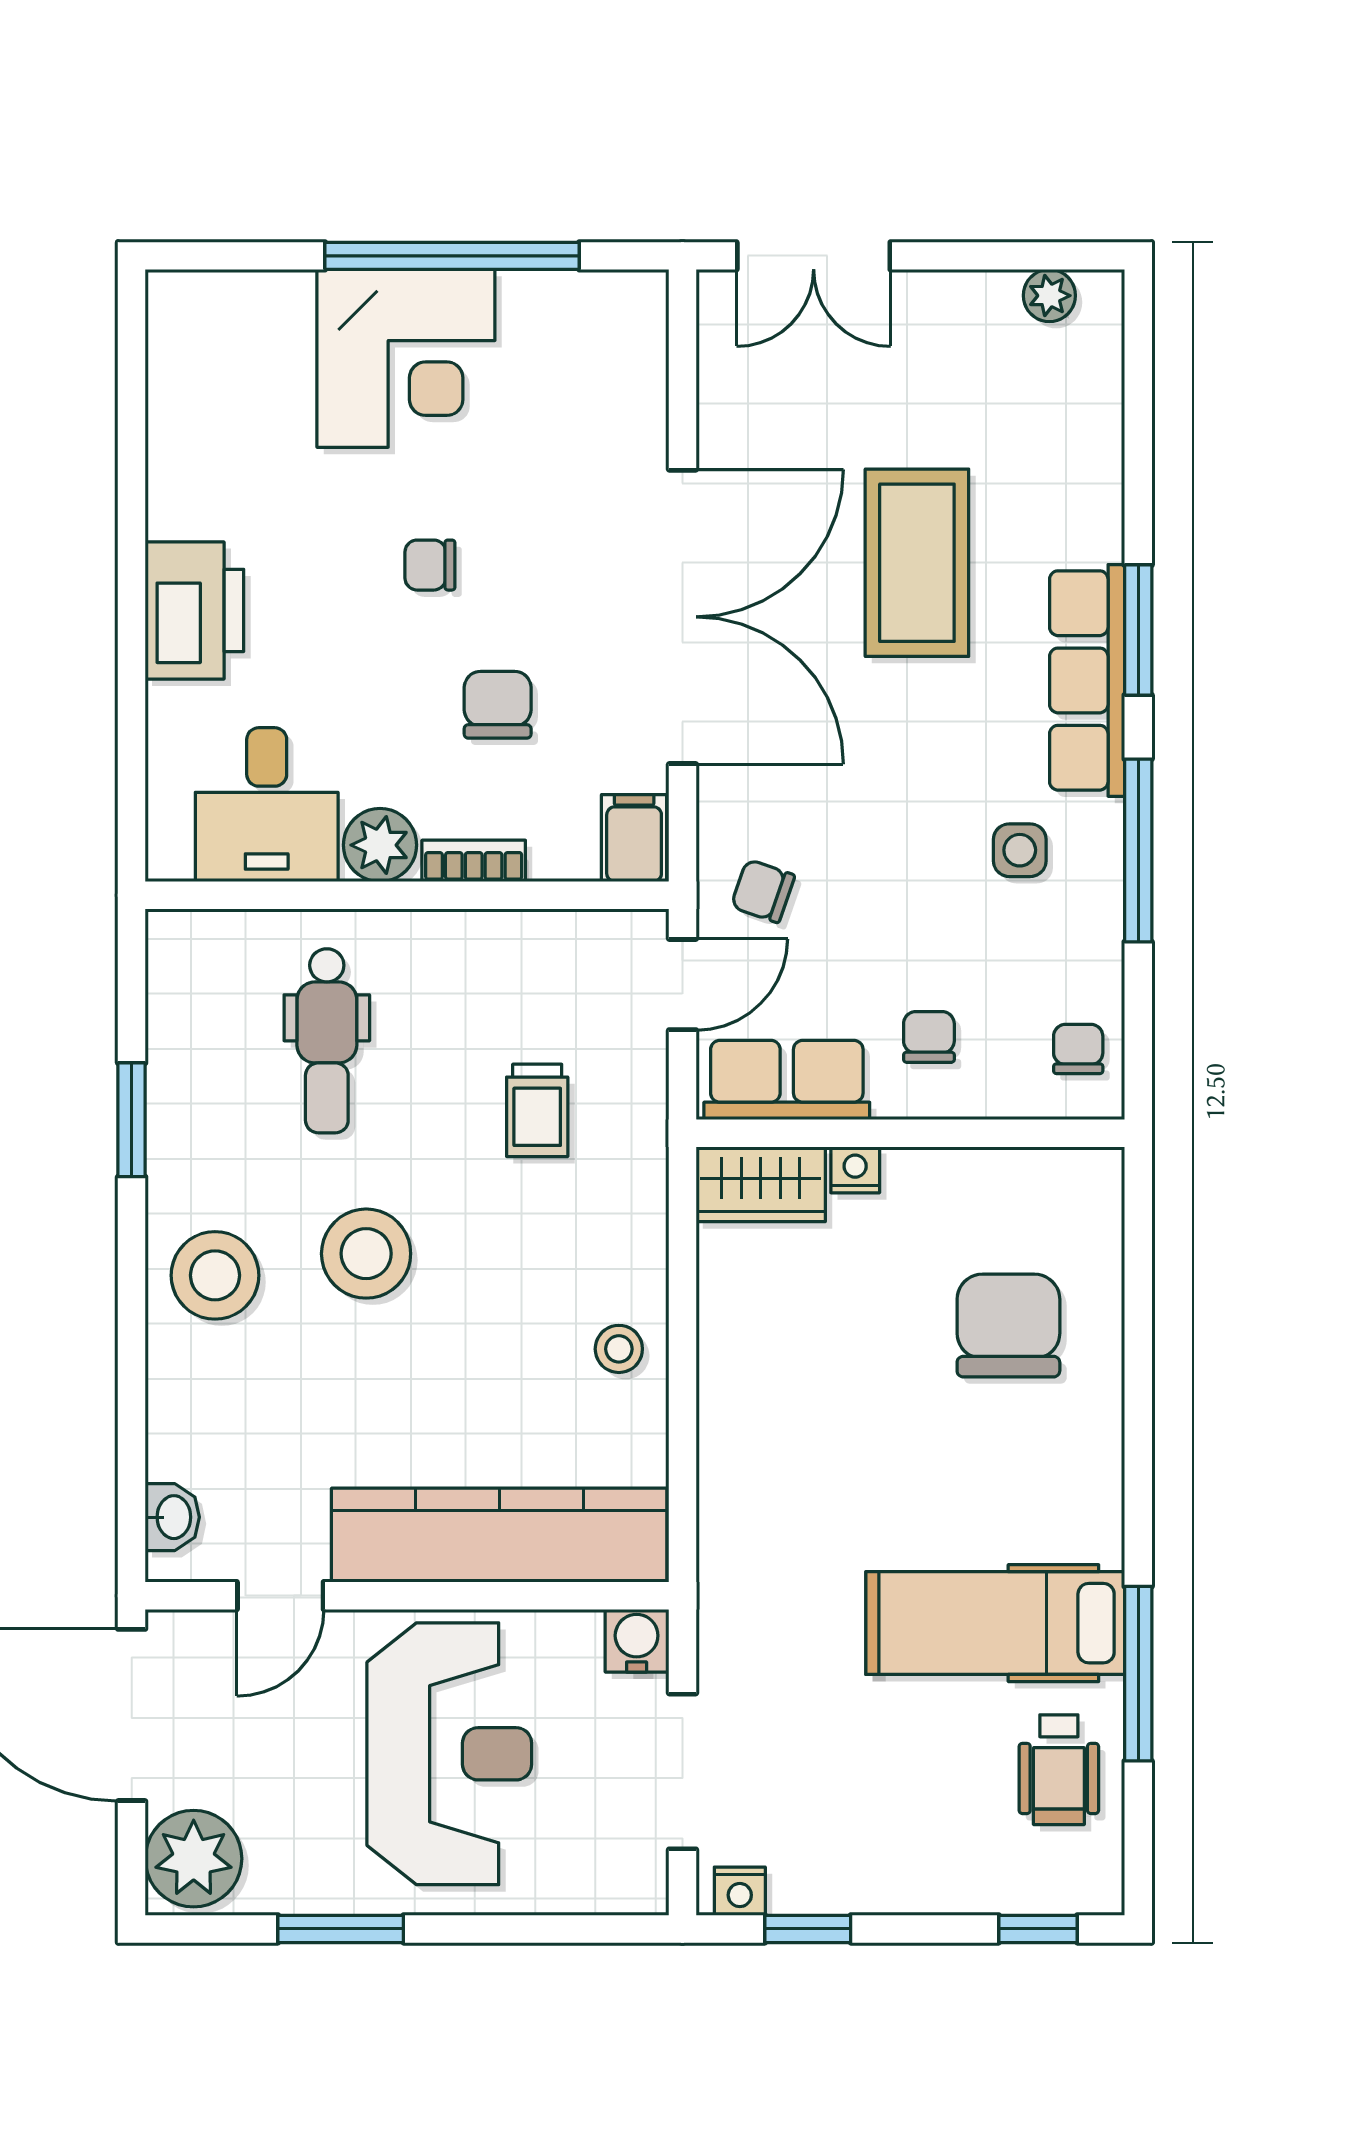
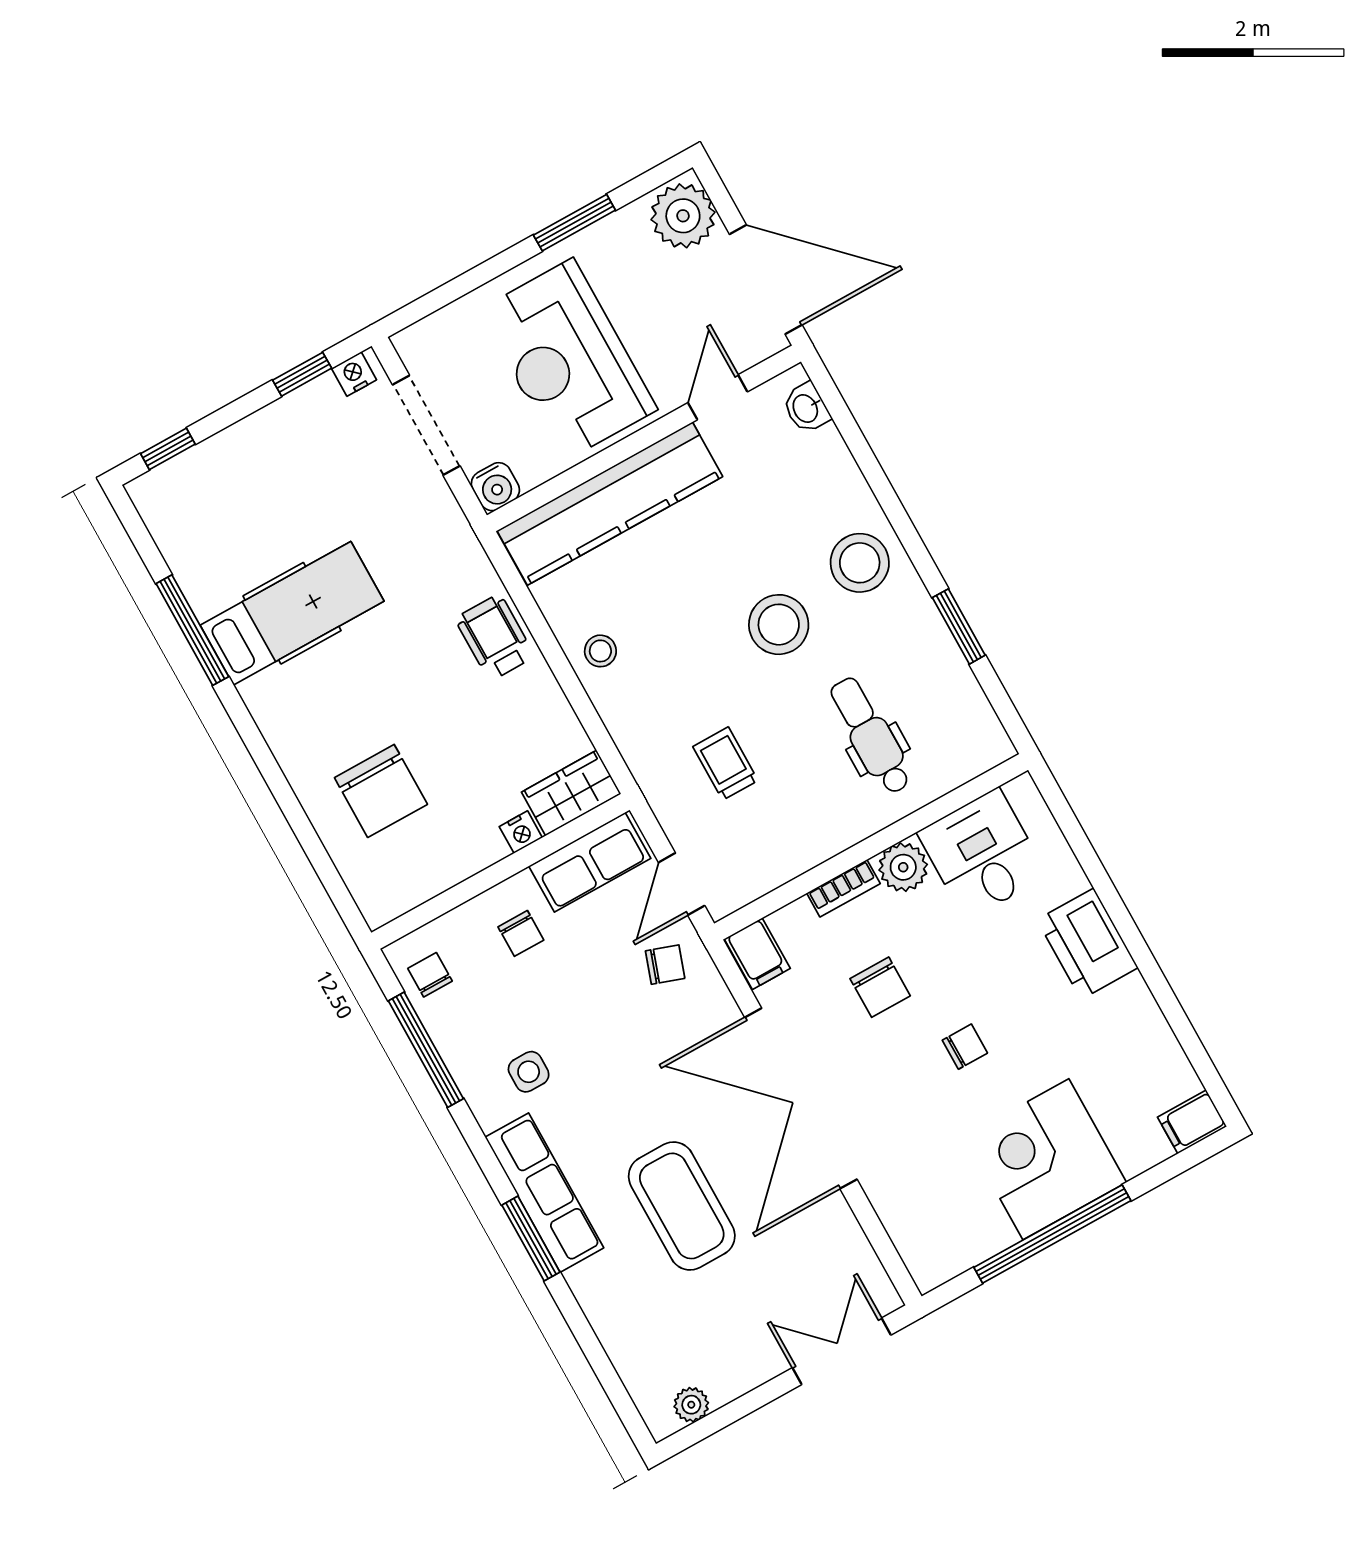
filing cabinet: (187, 301) -> (1192, 1122), added
window: (1138, 850) -> (426, 1050), moved
chair: (1078, 1049) -> (430, 975), turned 180
wheelchair: (1059, 1770) -> (495, 637), moved

